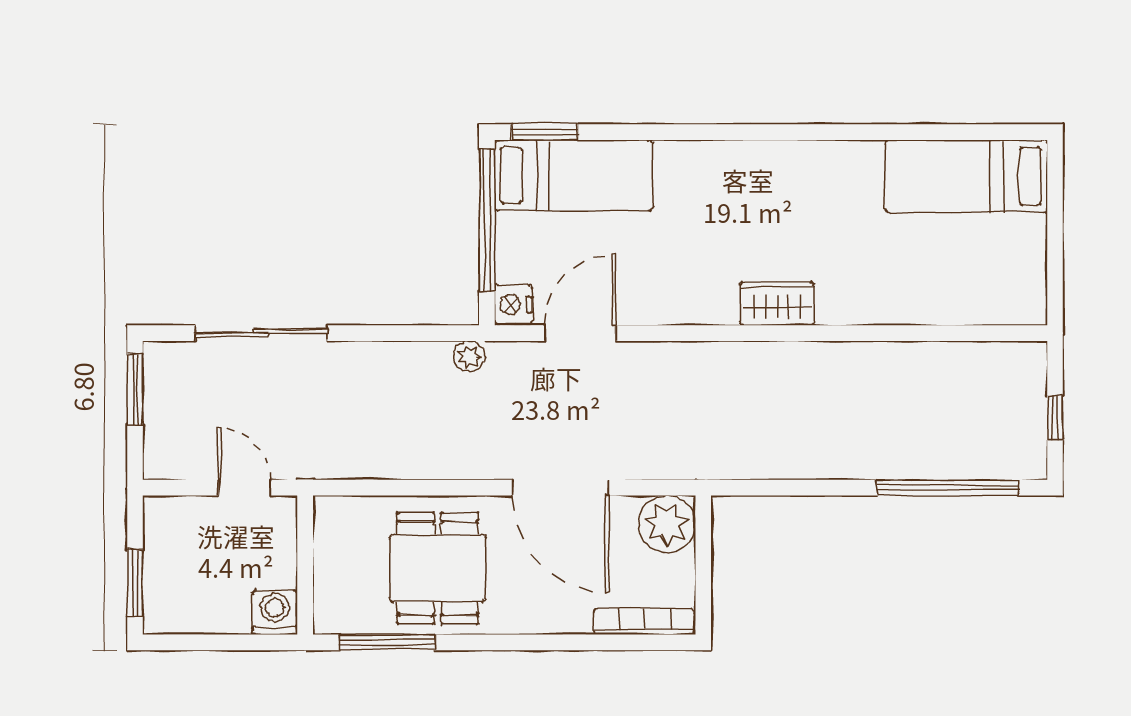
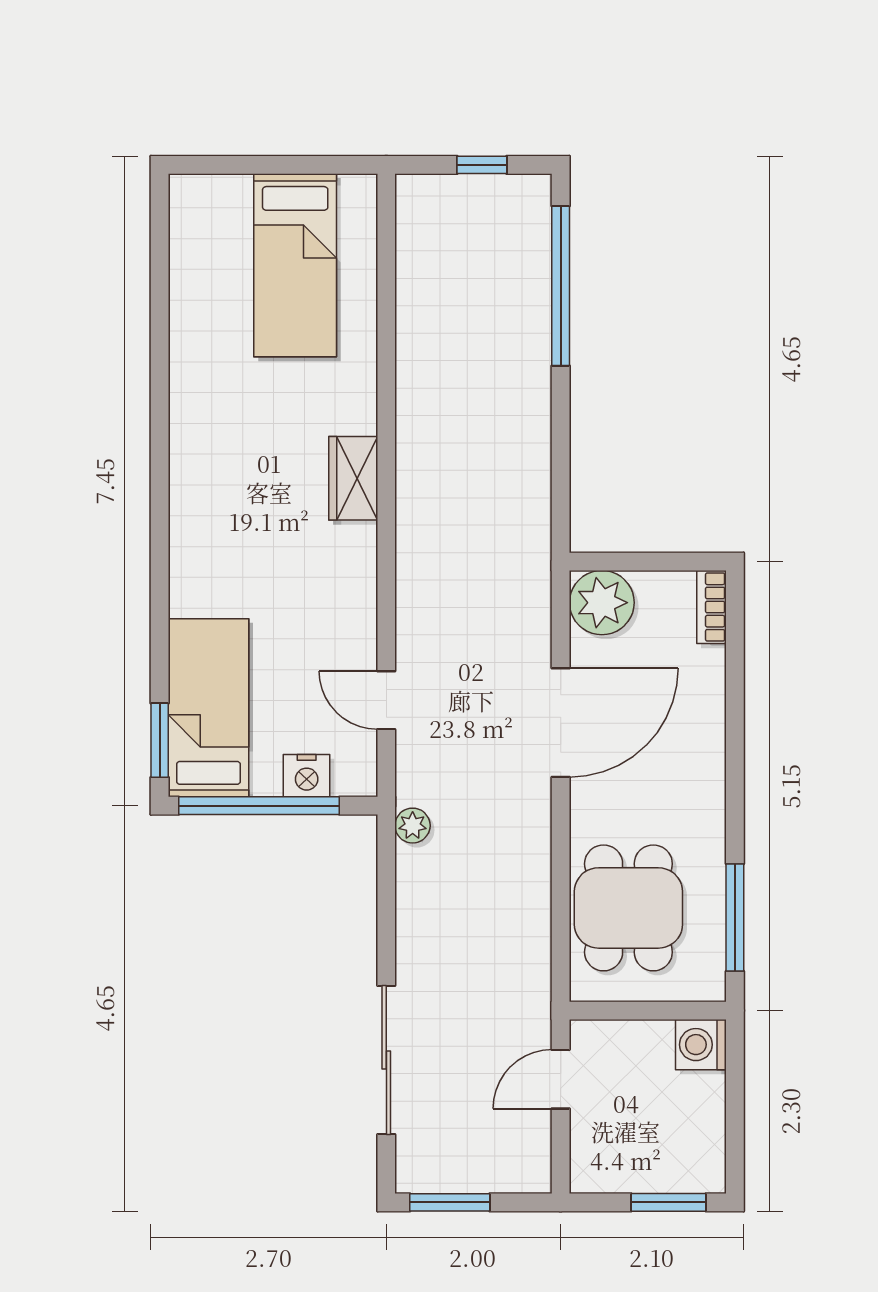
bed: (966, 176) -> (295, 265), moved
nightstand: (513, 305) -> (307, 776), moved
door: (580, 333) -> (386, 700), width x0.73
dining table: (438, 568) -> (628, 908), moved, turned 90
bookcase: (645, 622) -> (712, 607), width x0.64

